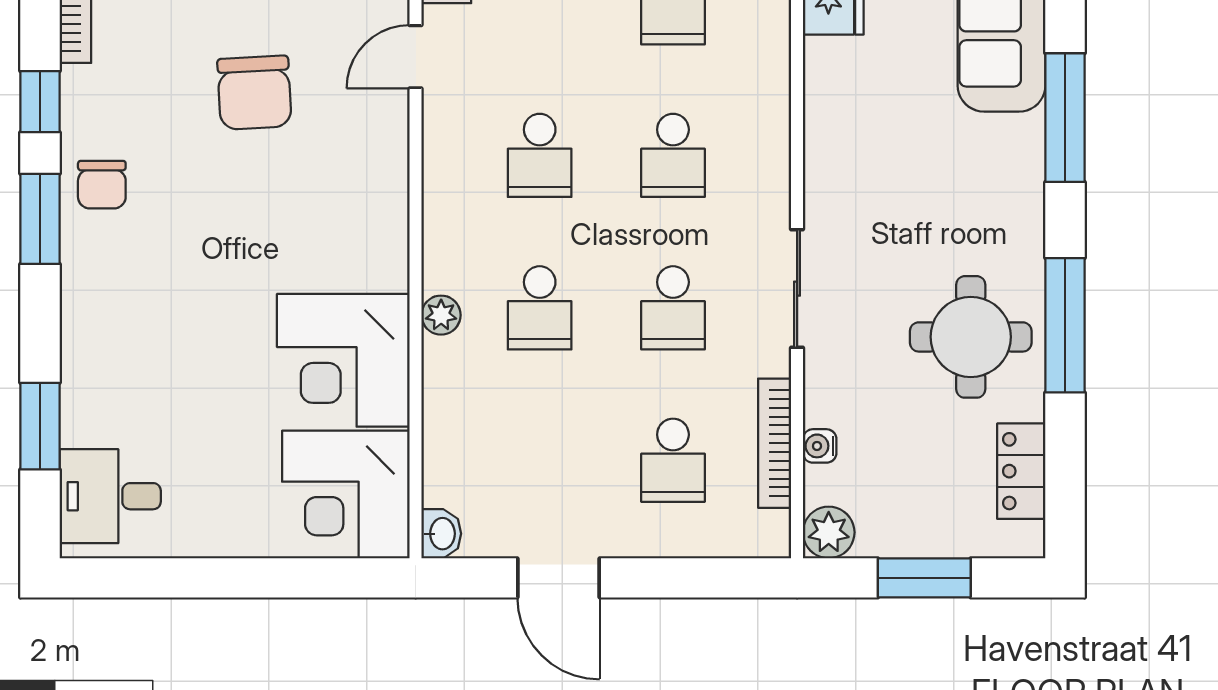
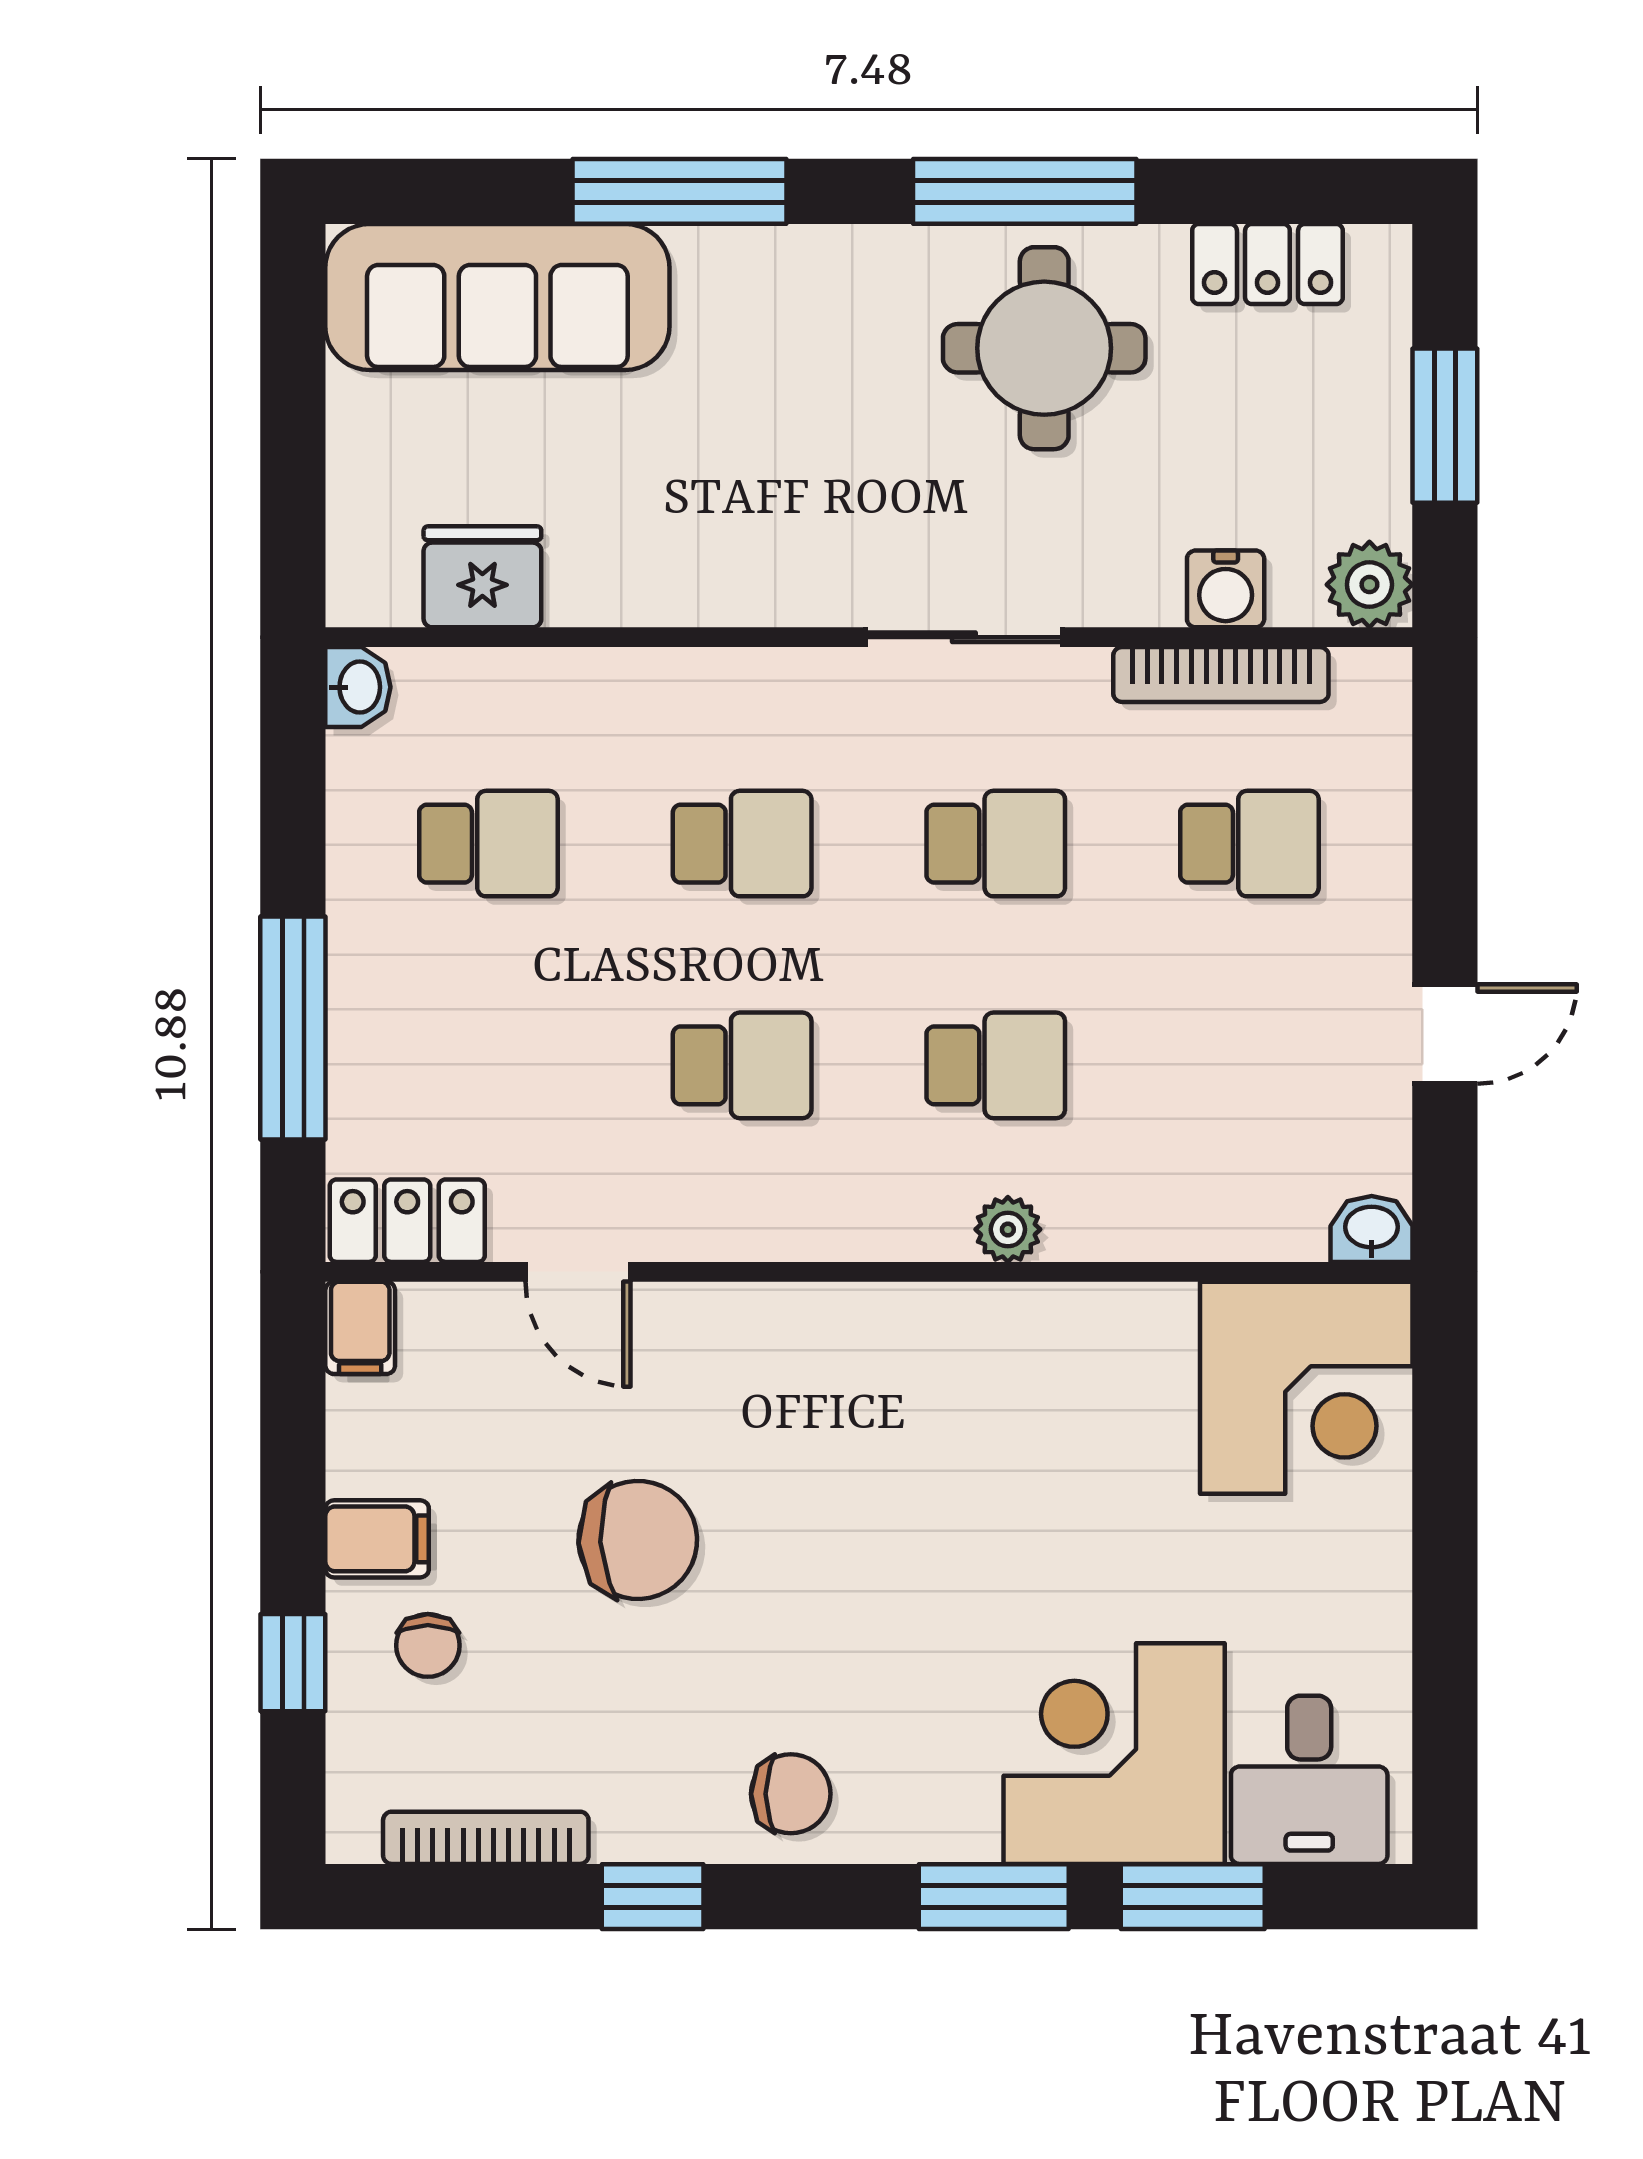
window: (40, 219) -> (994, 1897), moved
corner desk: (343, 360) -> (1114, 1754), moved, turned 180
water cooler: (820, 446) -> (1226, 589), width x1.38, depth x1.38
door: (559, 578) -> (1445, 1034), width x0.73

